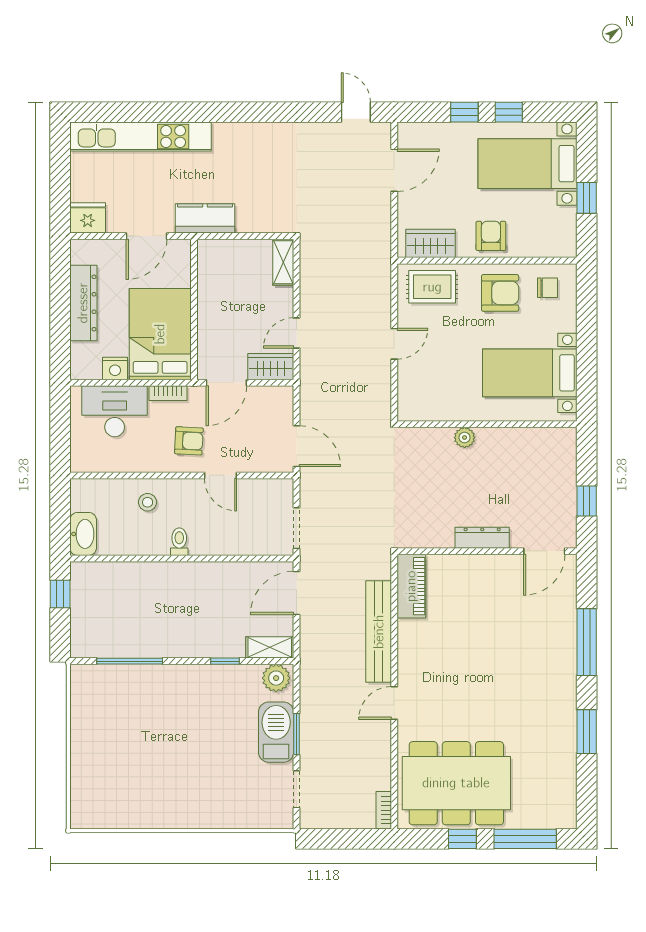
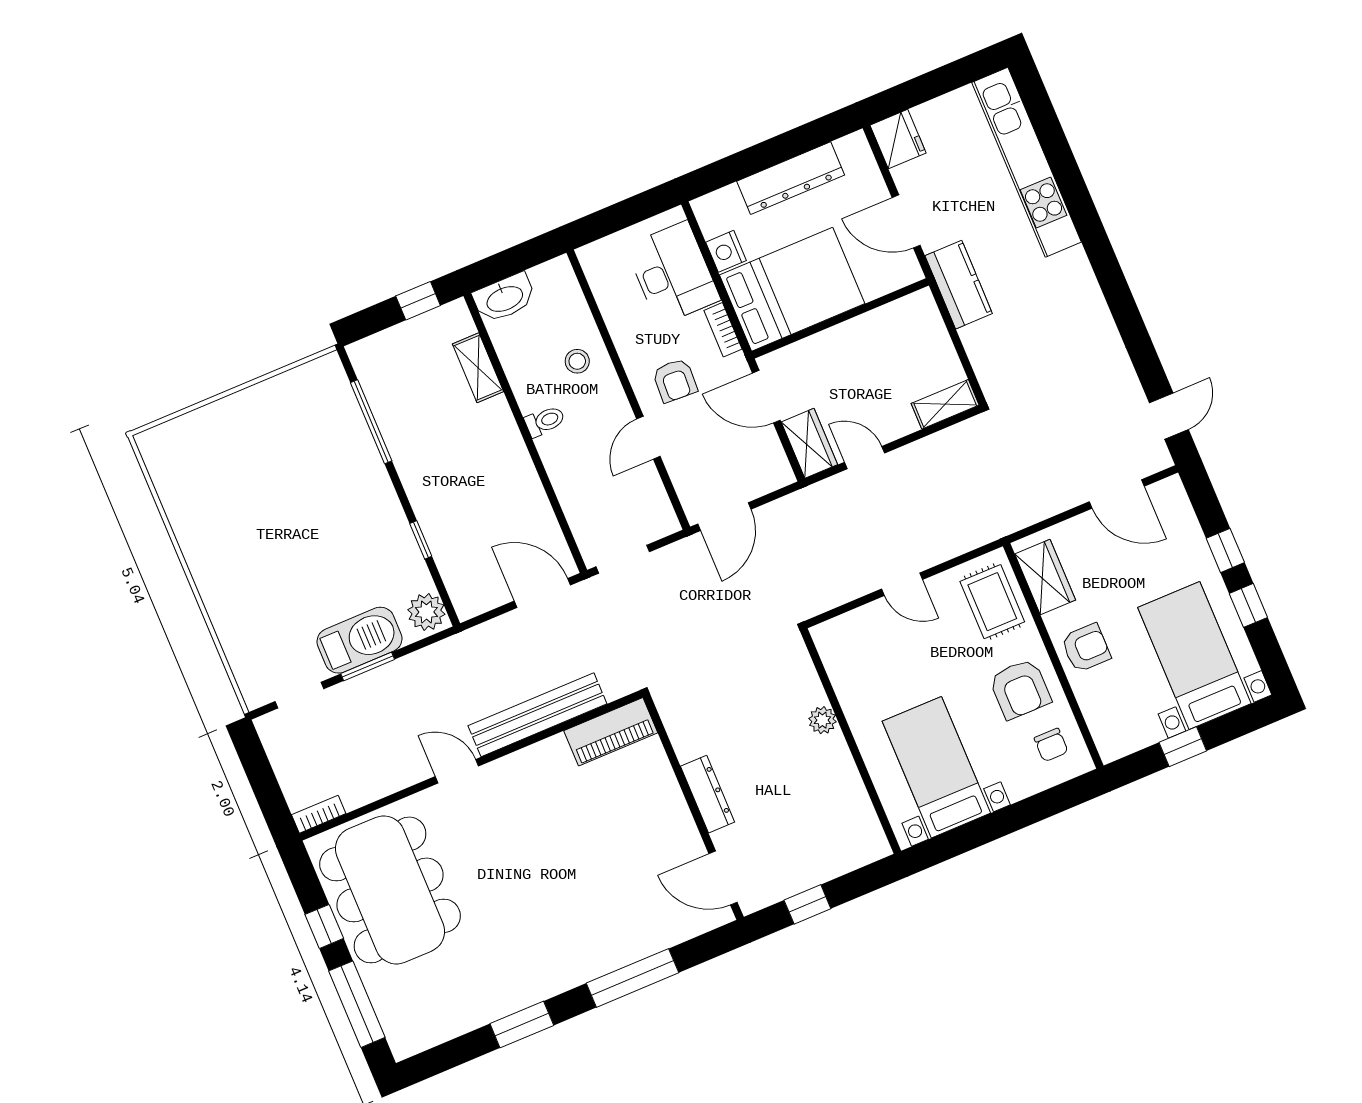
shelving: (270, 647) -> (478, 368), moved

